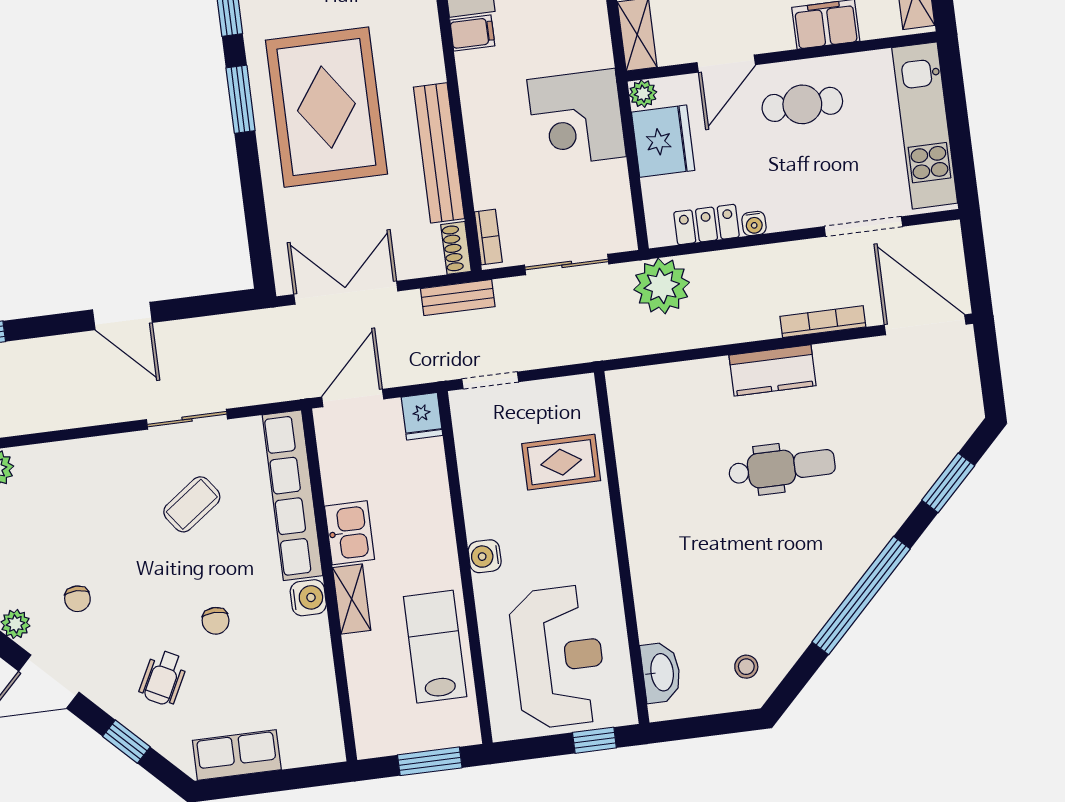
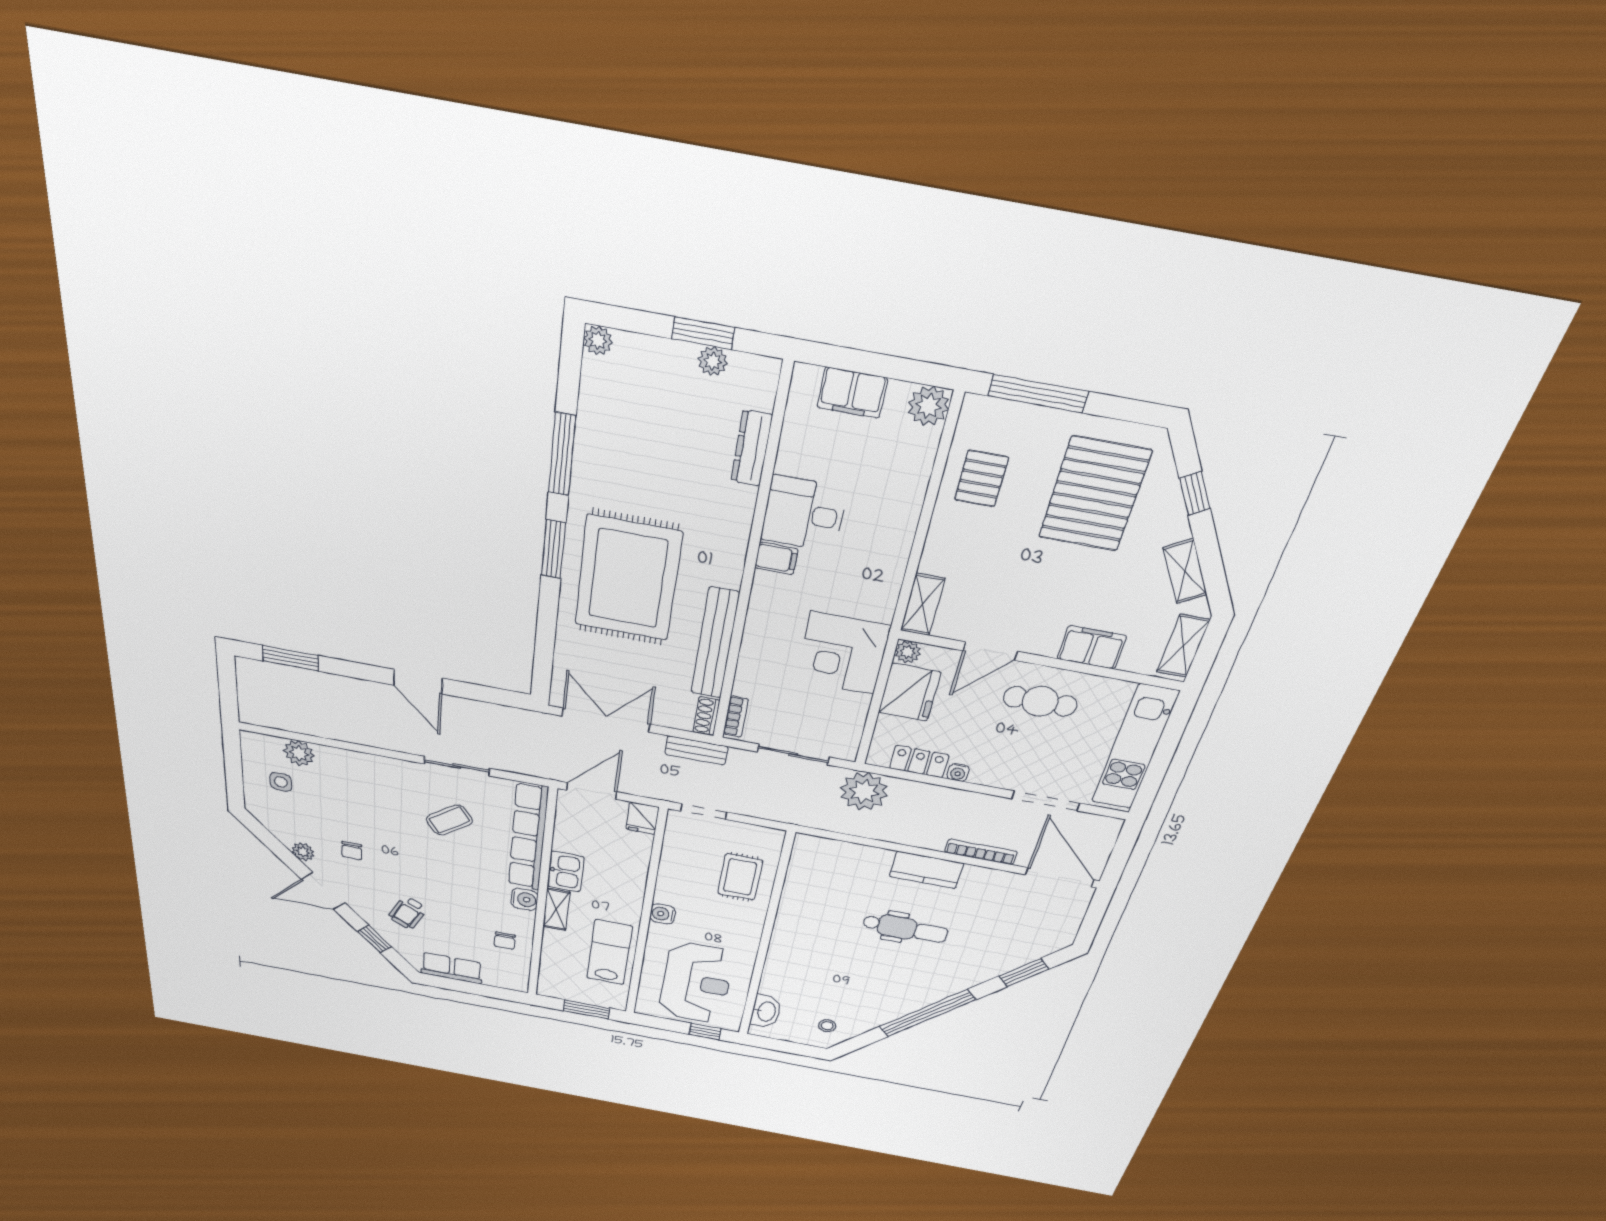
rug: (561, 462) -> (740, 877), turned 90
chair: (216, 621) -> (505, 941), moved

